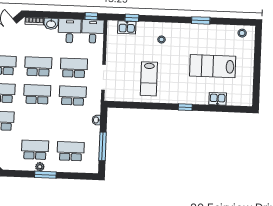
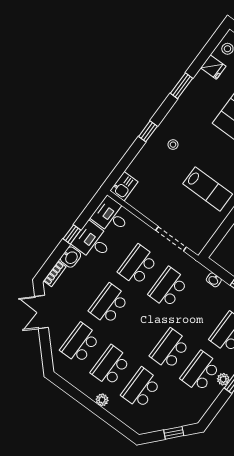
window: (91, 16) -> (72, 234), moved
window: (132, 18) -> (148, 131), moved
kitchen sink: (127, 27) -> (124, 186), moved
fridge: (225, 32) -> (213, 67), added
school desk: (37, 94) -> (170, 349), moved

